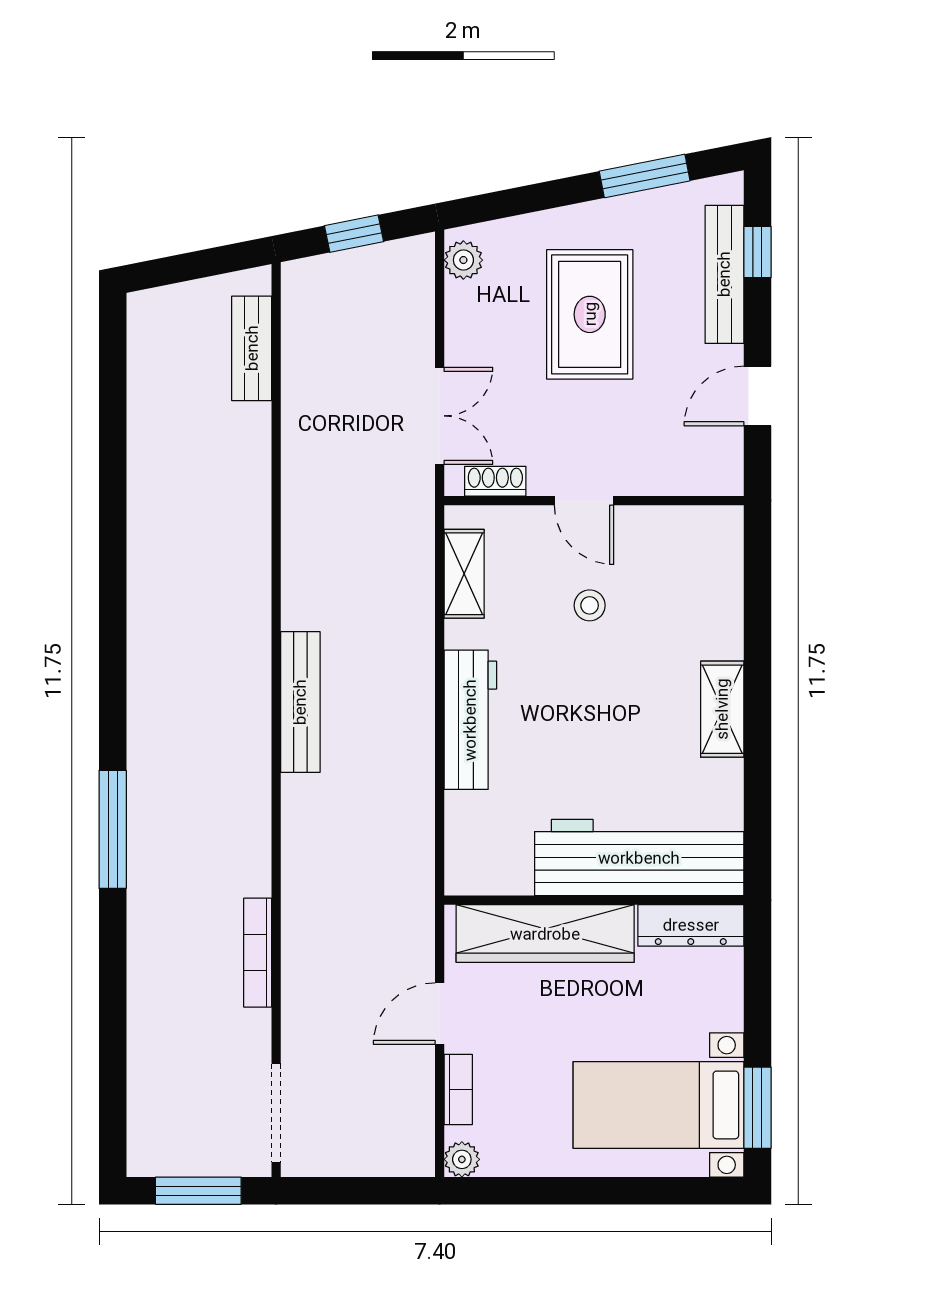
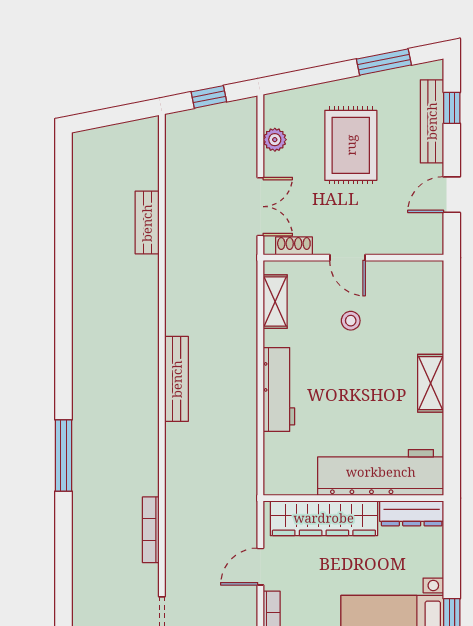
plant: (463, 260) -> (275, 140), moved
bench: (252, 348) -> (147, 223), moved

